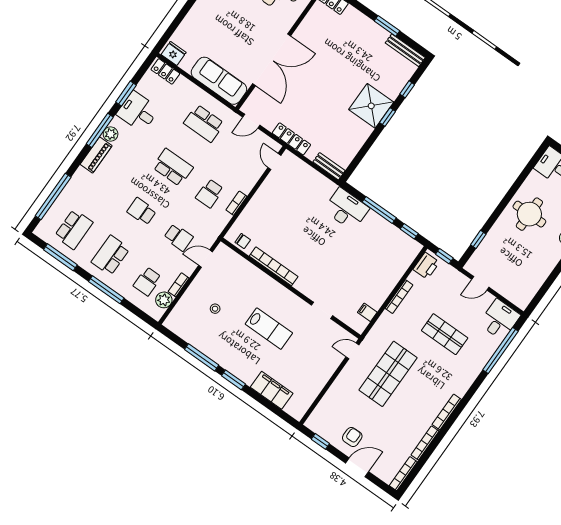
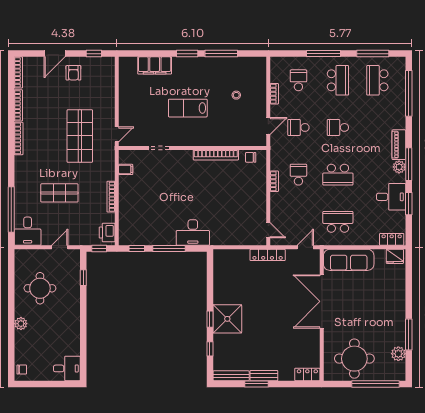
bench: (329, 166) -> (264, 376), moved
school desk: (142, 211) -> (338, 127), turned 180
round table: (529, 214) -> (40, 288), moved
plant: (164, 300) -> (277, 75), removed

